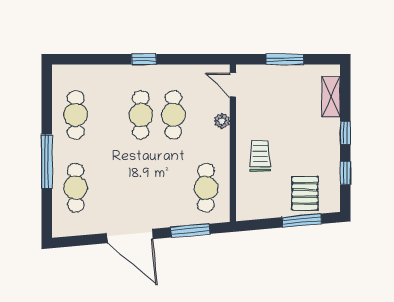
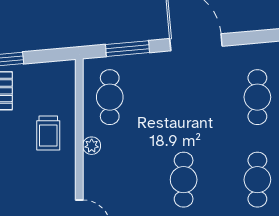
cafe table: (173, 115) -> (147, 180), removed
plant: (222, 121) -> (92, 146), moved

